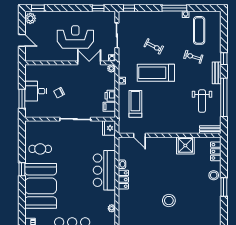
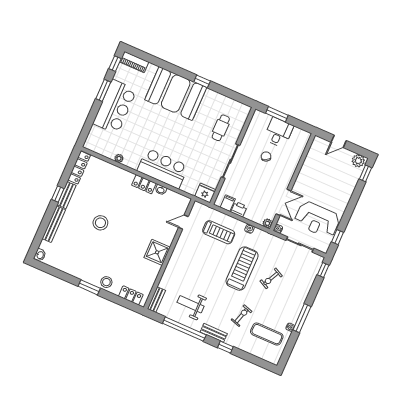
reception desk: (75, 37) -> (317, 220), moved, turned 90
shower: (185, 145) -> (157, 252), moved
cafe table: (40, 149) -> (221, 128), moved

